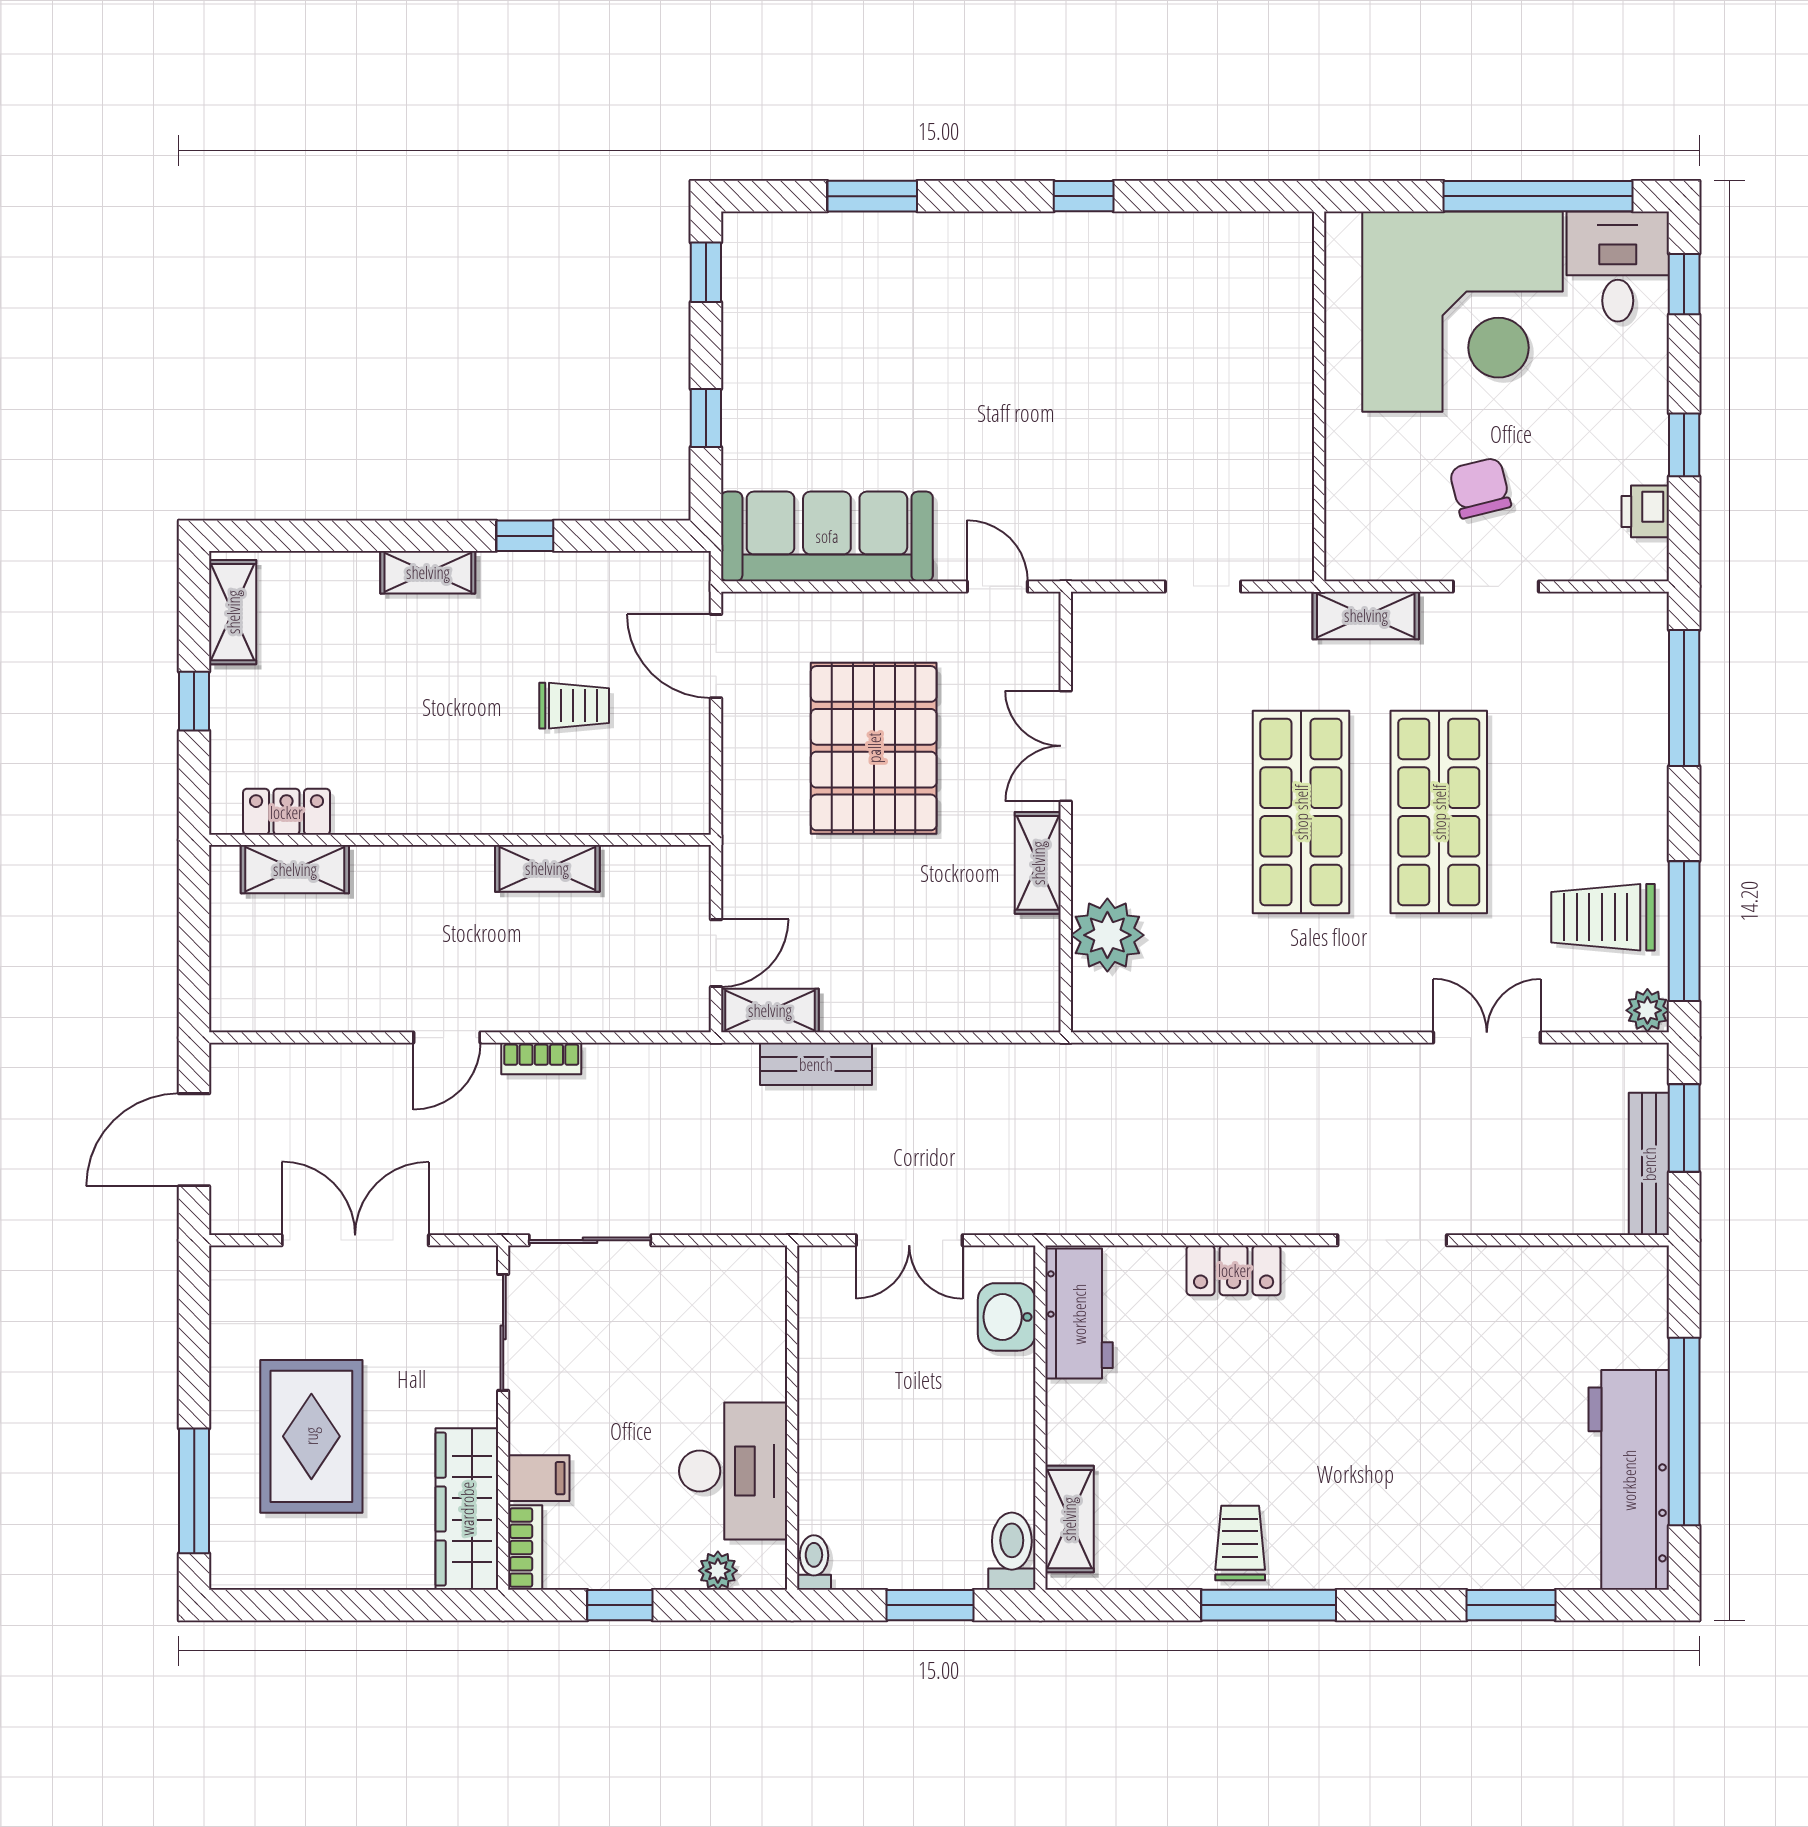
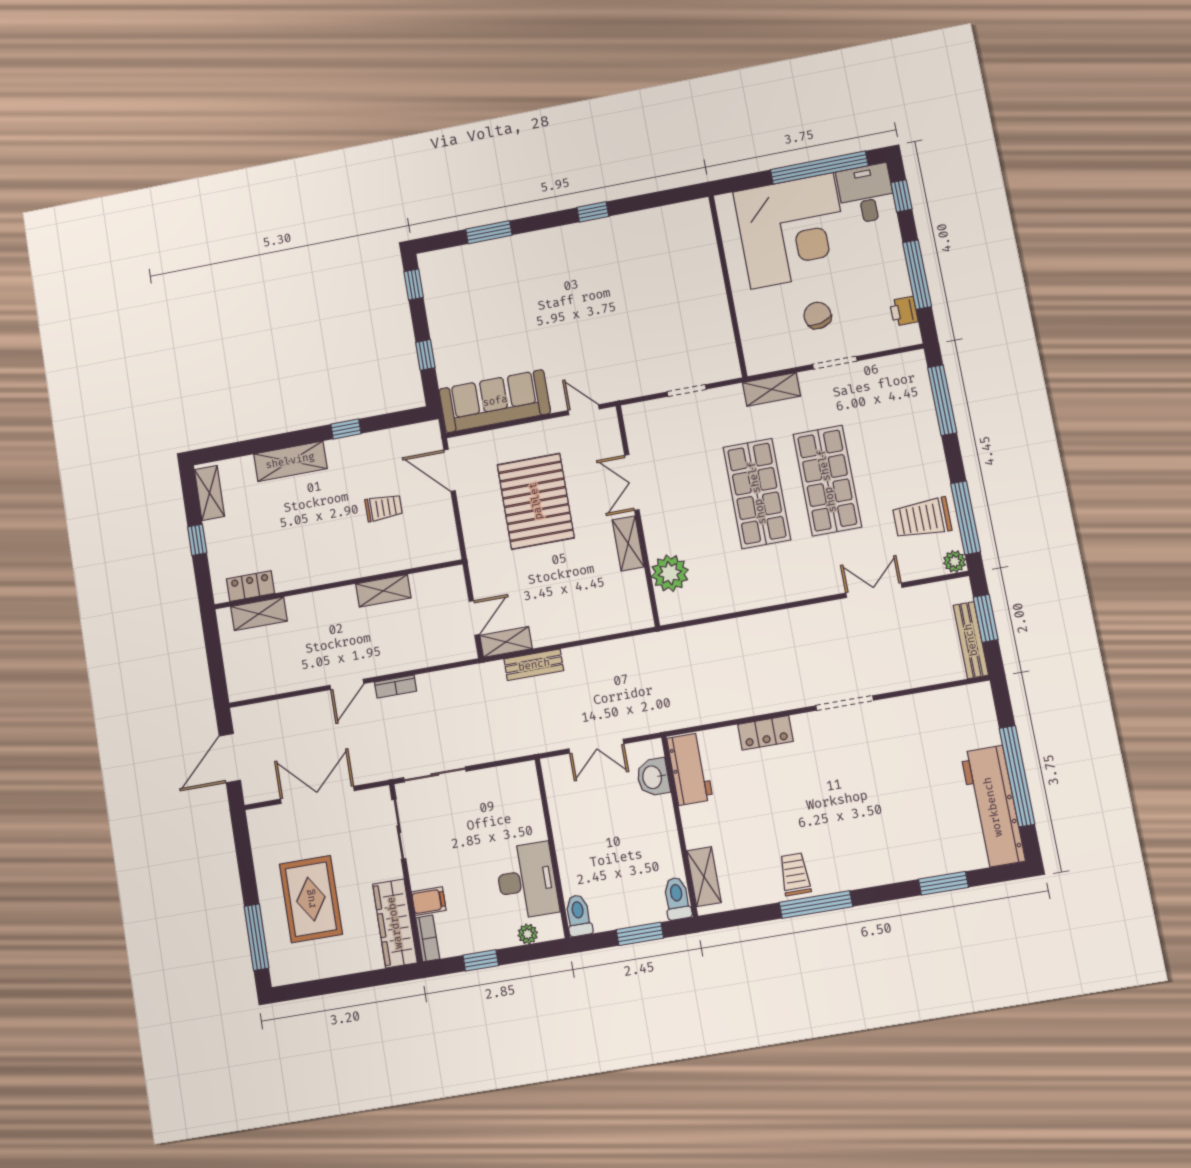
window: (1684, 445) -> (917, 275), width x2.17
shelving: (428, 572) -> (290, 461), width x1.50, depth x1.33
toilet: (814, 1563) -> (578, 915), width x1.37, depth x1.39

